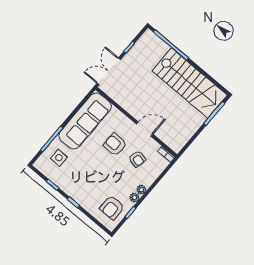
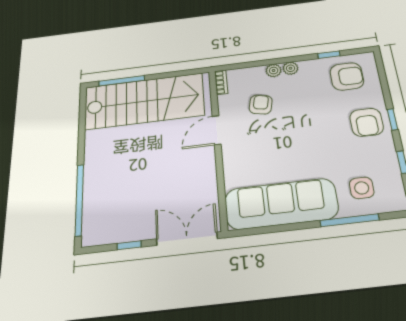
double door: (109, 72) -> (187, 239), swing flipped
stairs: (190, 83) -> (144, 101), moved, turned 90
door: (145, 129) -> (217, 130), hinge flipped
armchair: (115, 144) -> (367, 122), moved
plant: (135, 197) -> (274, 71), moved

